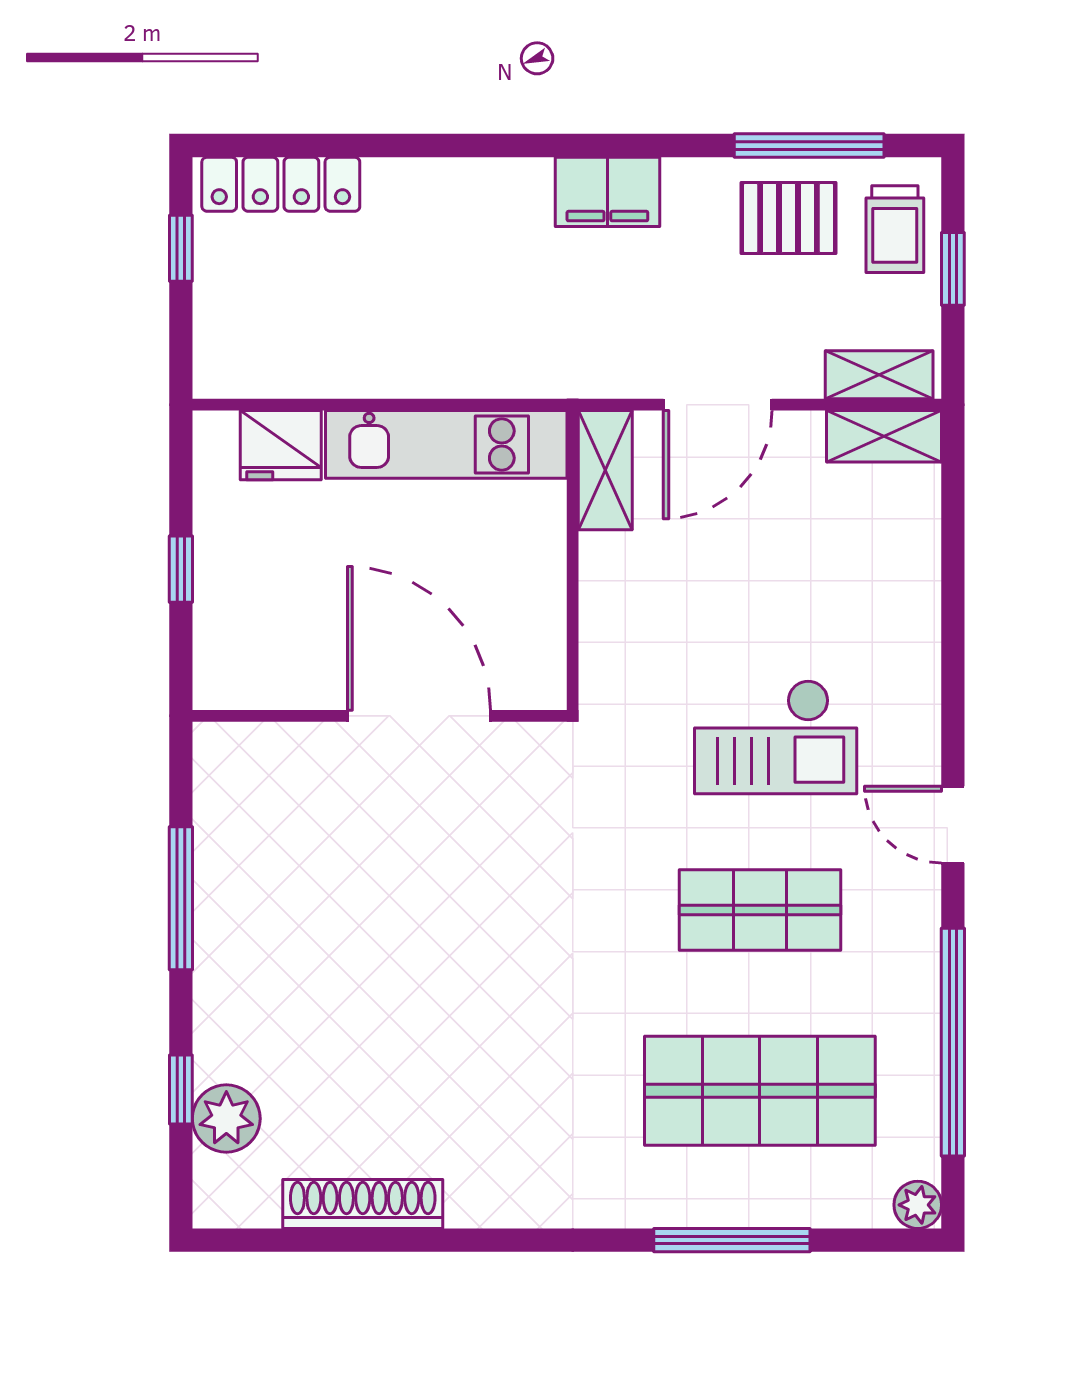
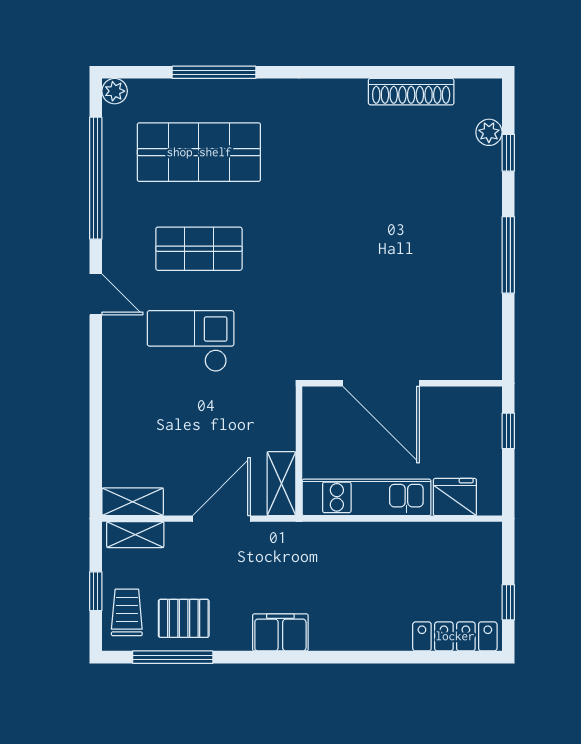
wall: (380, 716) -> (402, 383), moved
door: (419, 716) -> (381, 383), moved
plant: (226, 1119) -> (489, 132), width x0.73, depth x0.73

